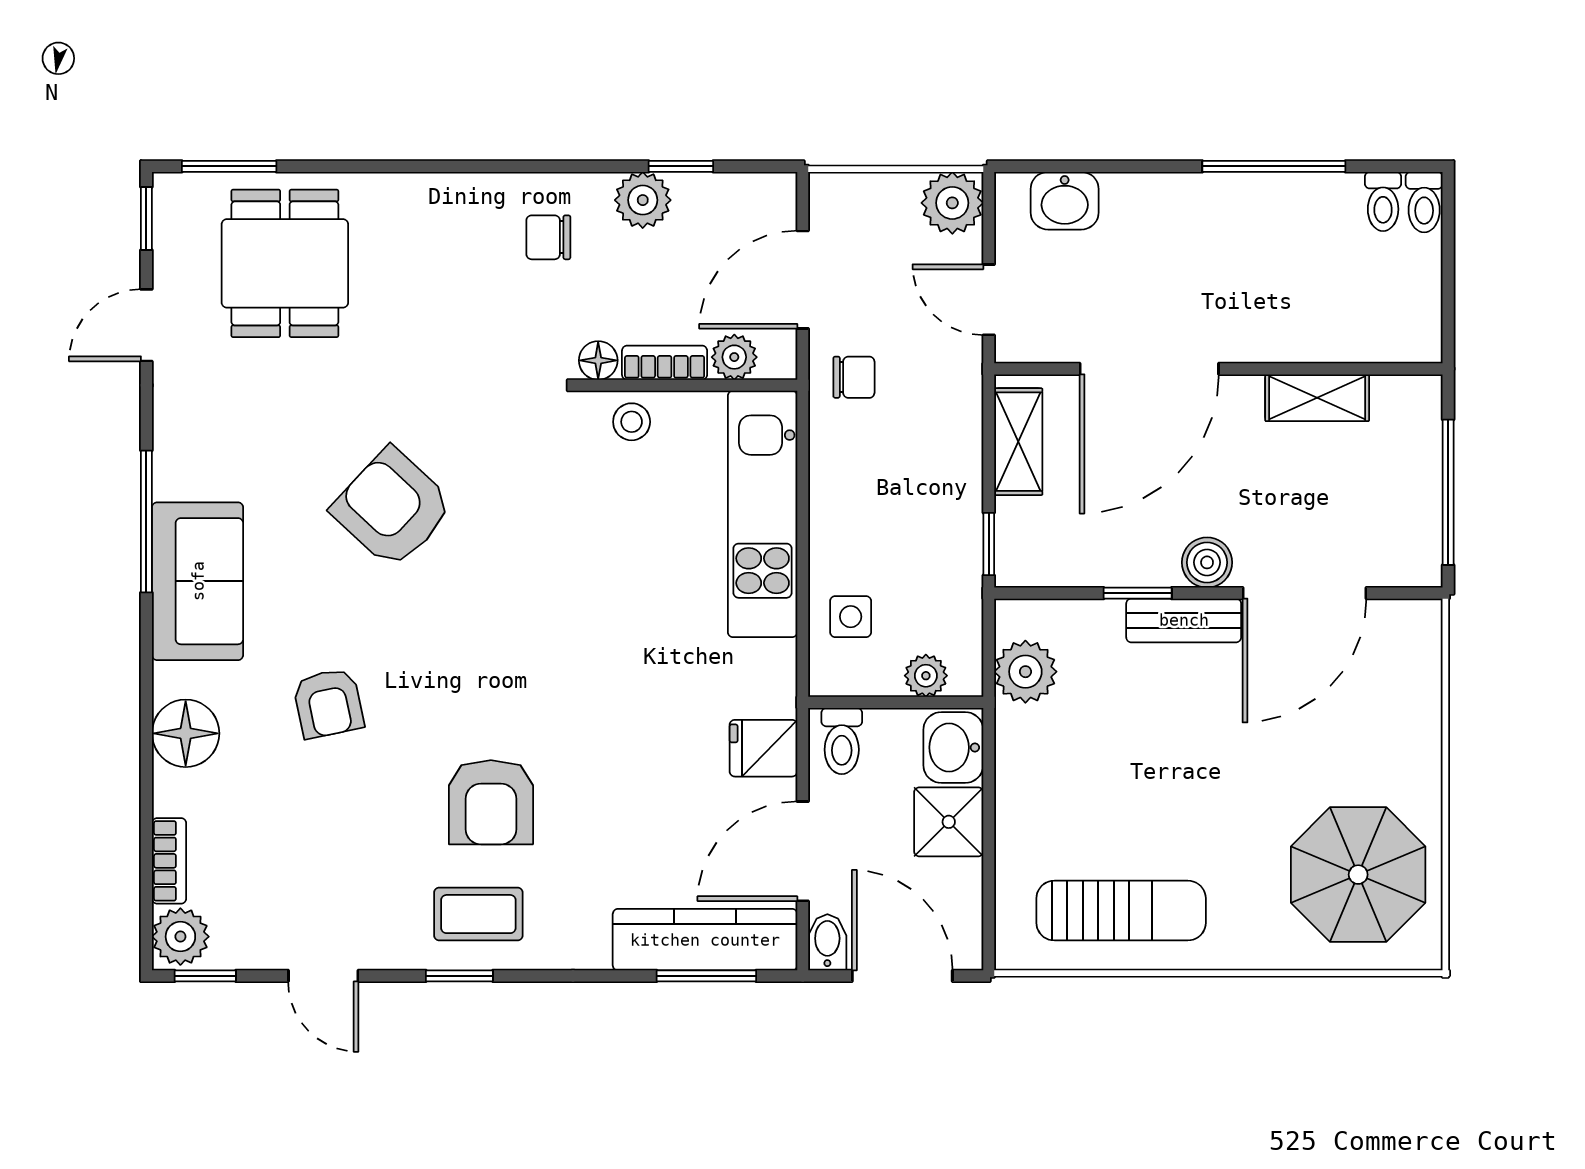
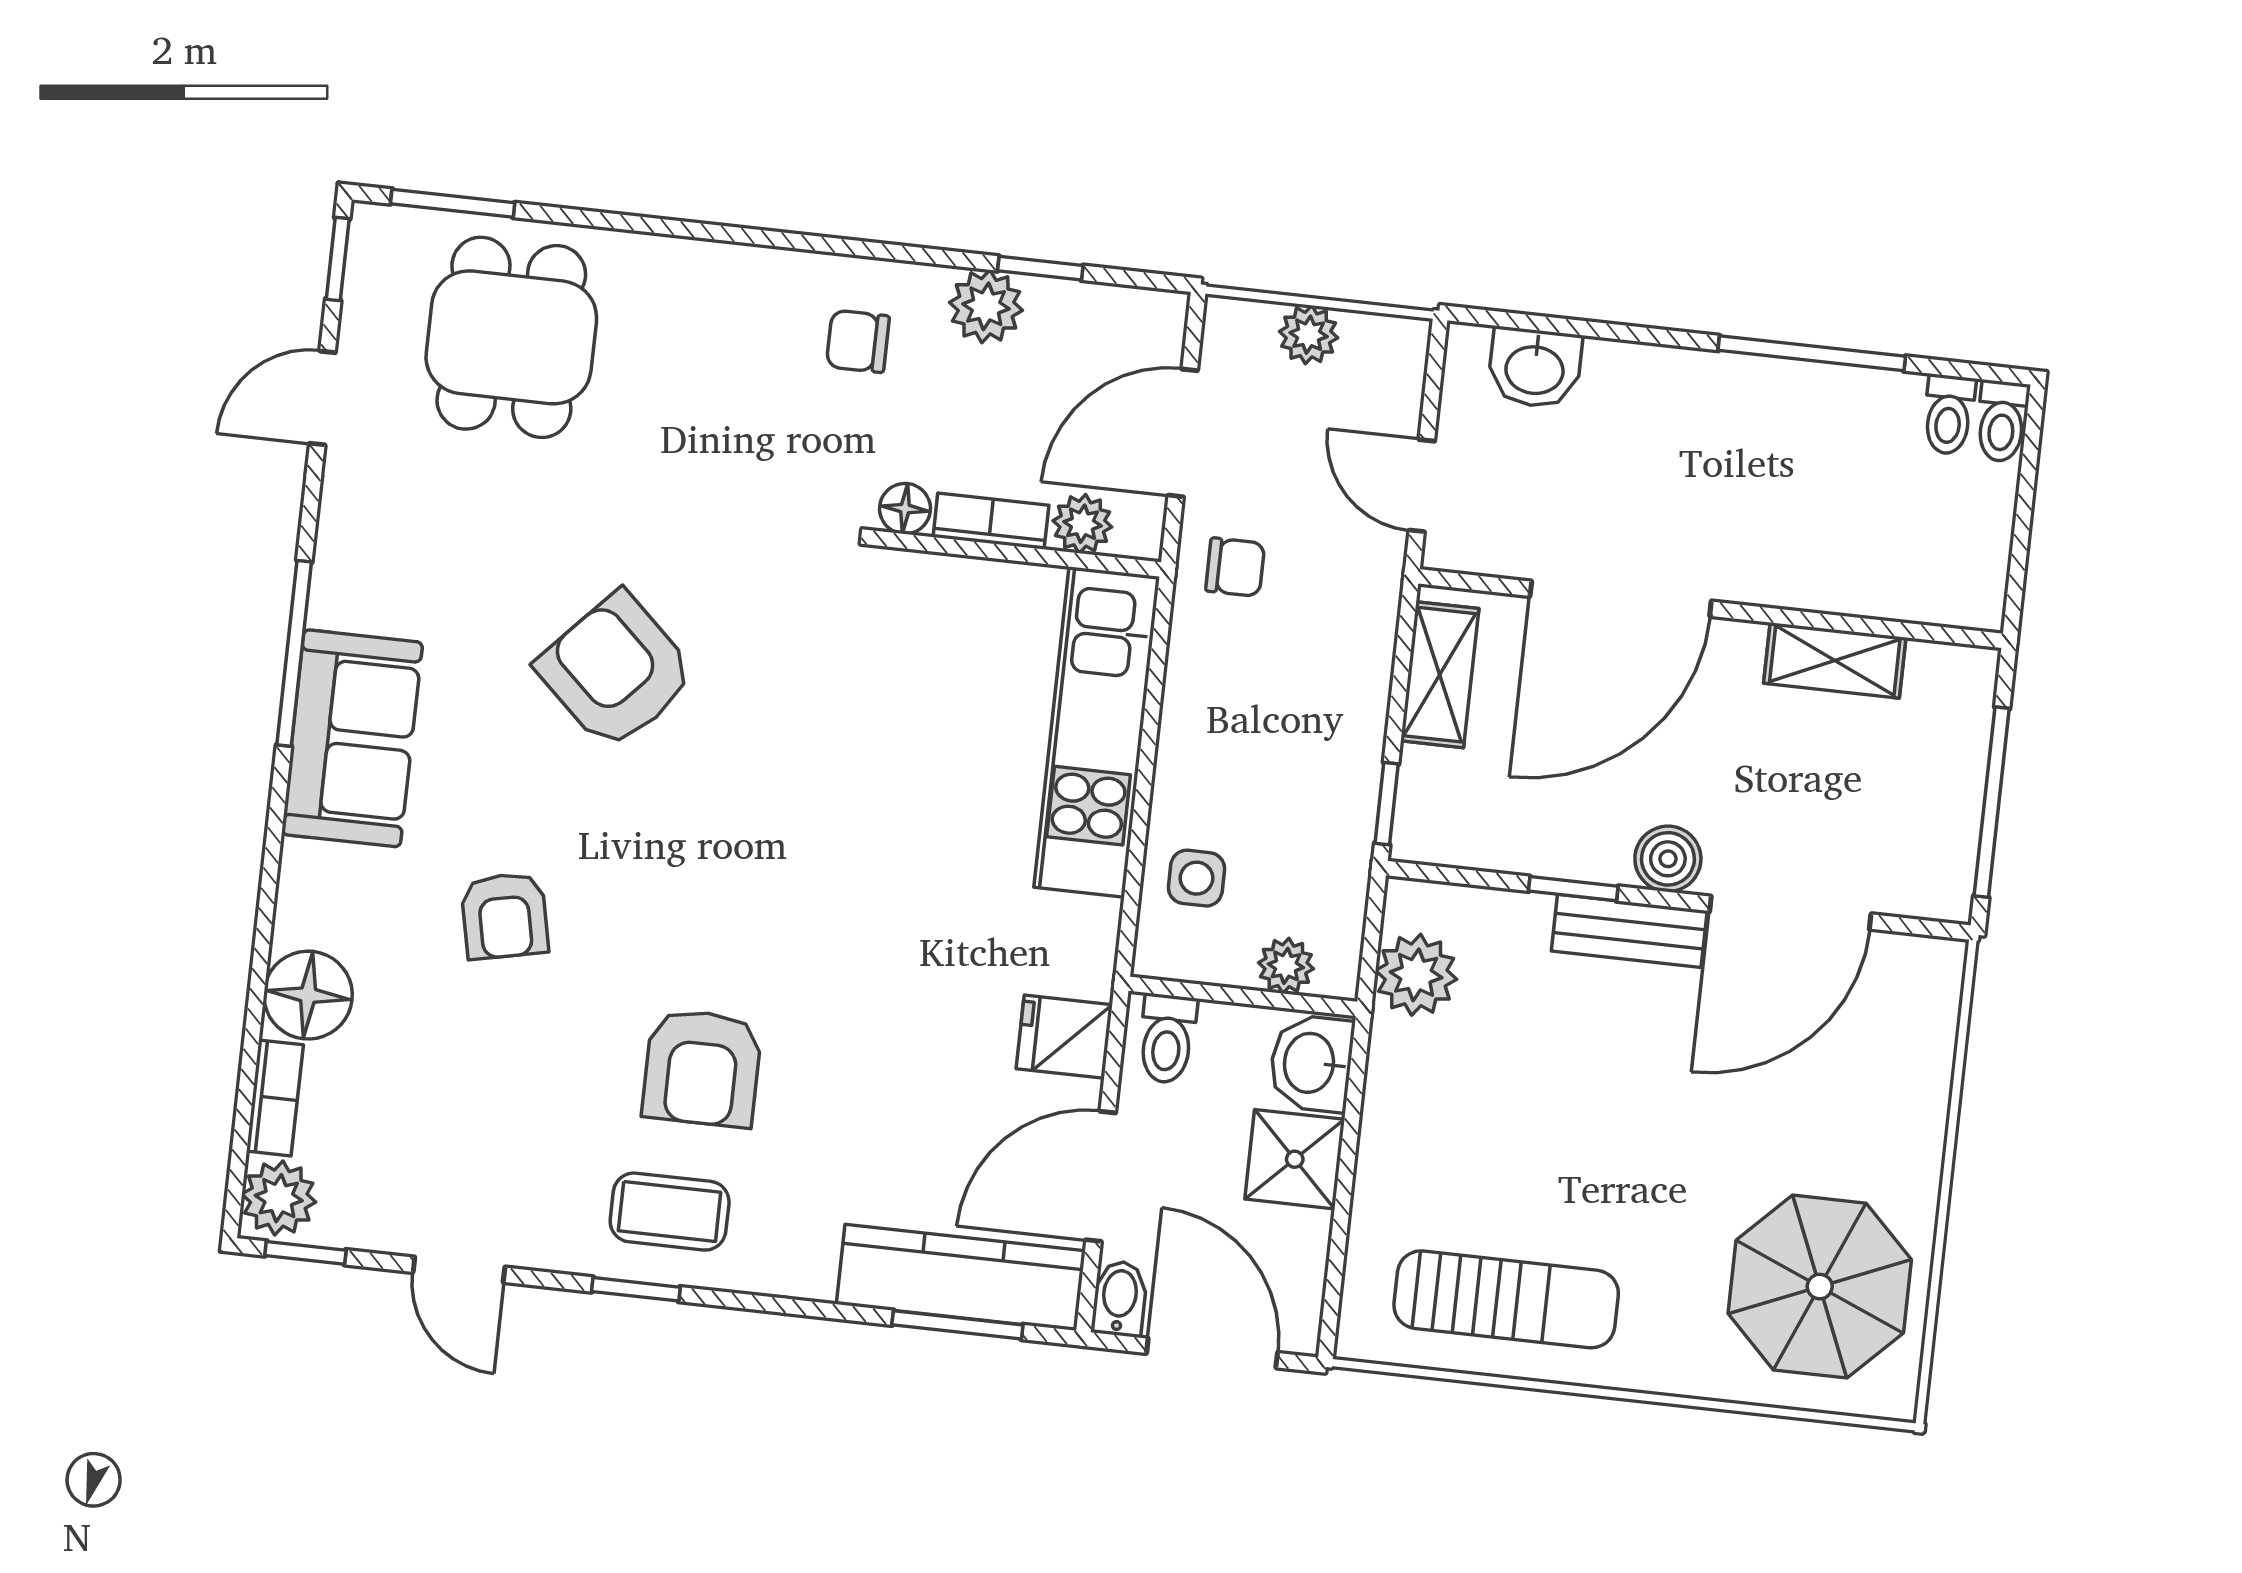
plant: (952, 203) -> (1309, 335), moved, width x0.73, depth x0.73
stool: (632, 422) -> (940, 593), removed
floor lamp: (186, 733) -> (308, 995), moved

